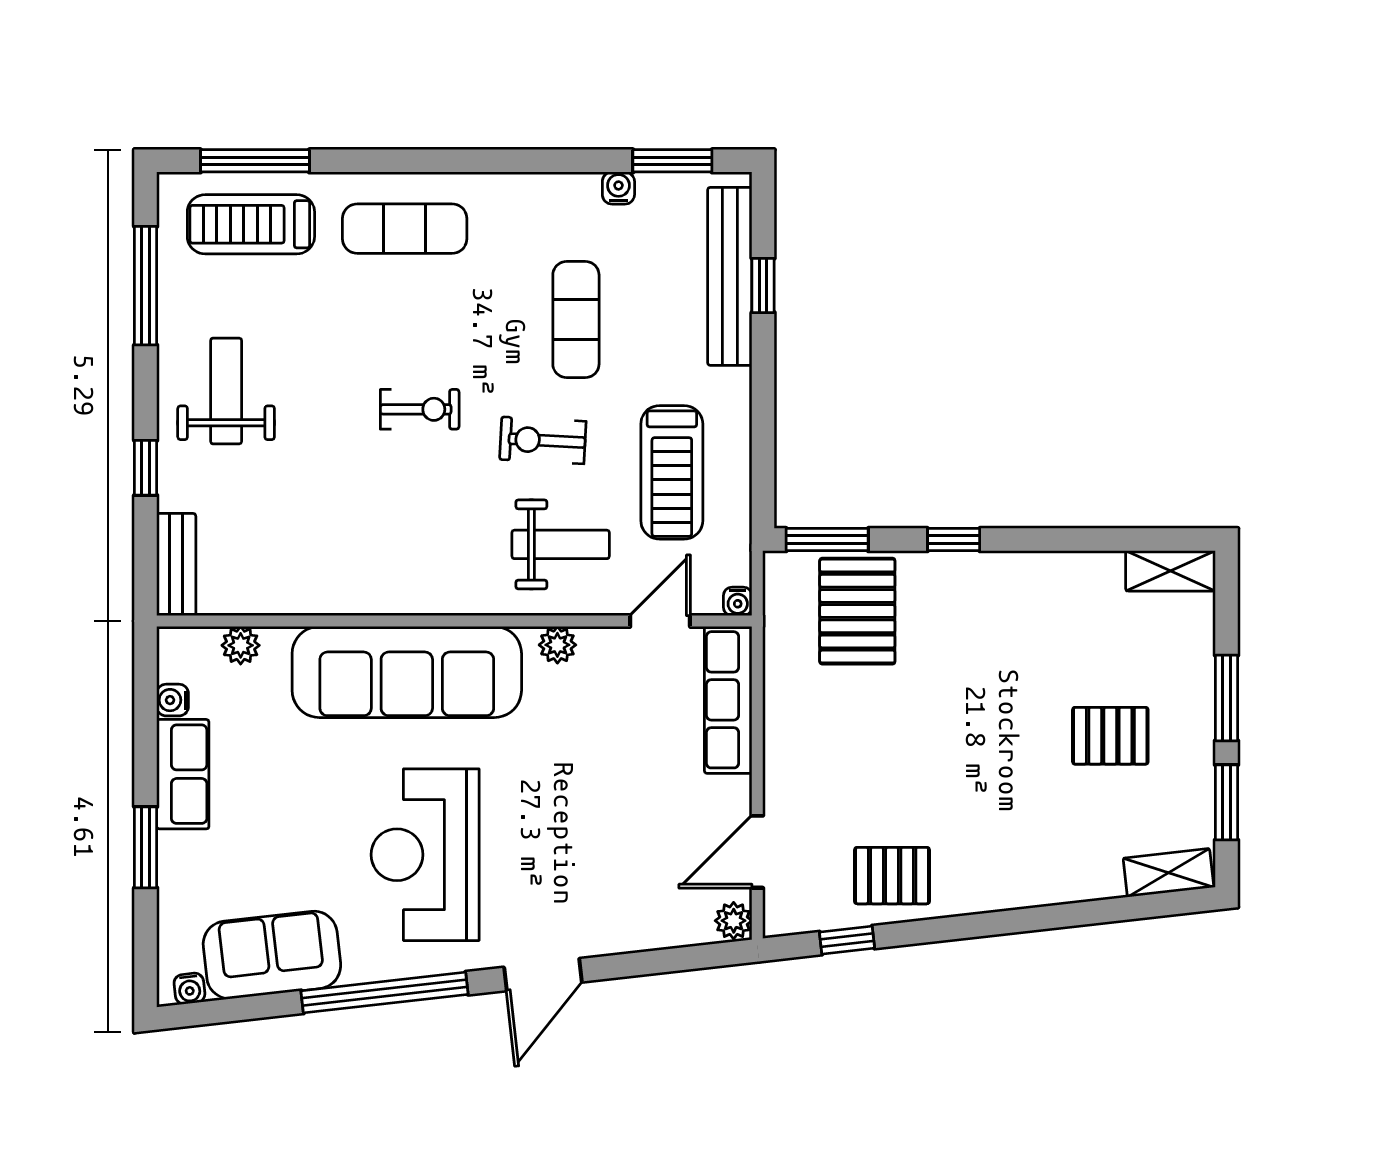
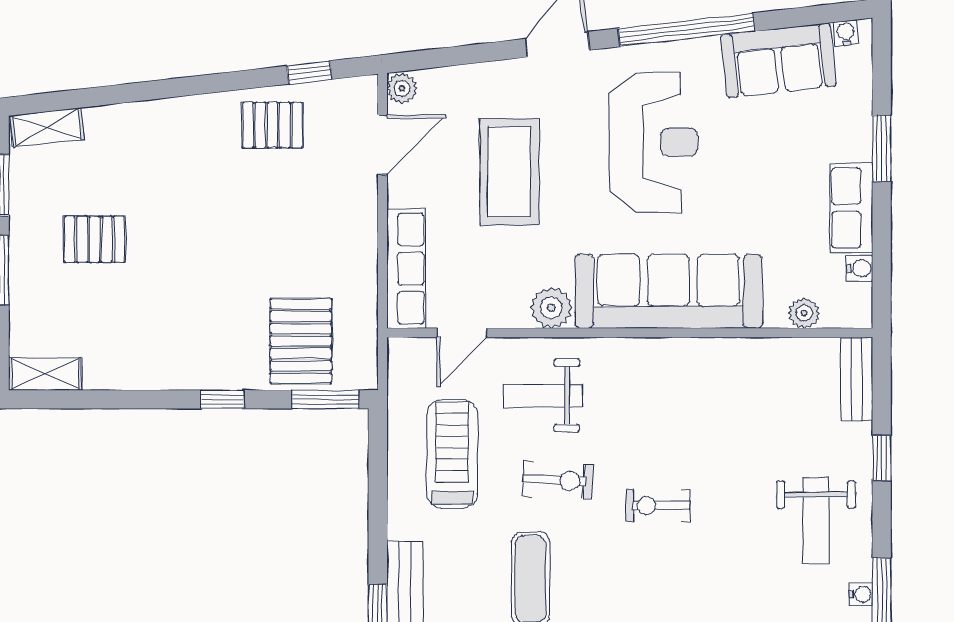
water cooler: (738, 601) -> (861, 594), moved, turned 90
plant: (557, 645) -> (551, 308), width x1.38, depth x1.38
coffee table: (602, 818) -> (509, 172), added

